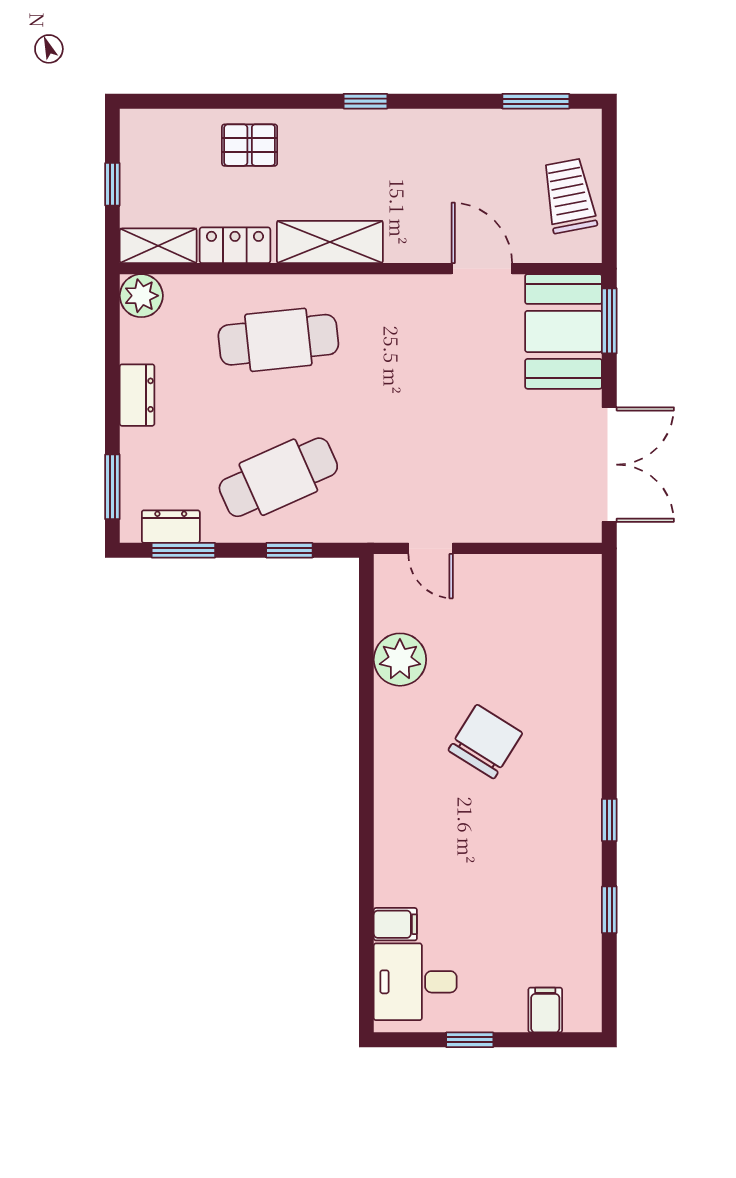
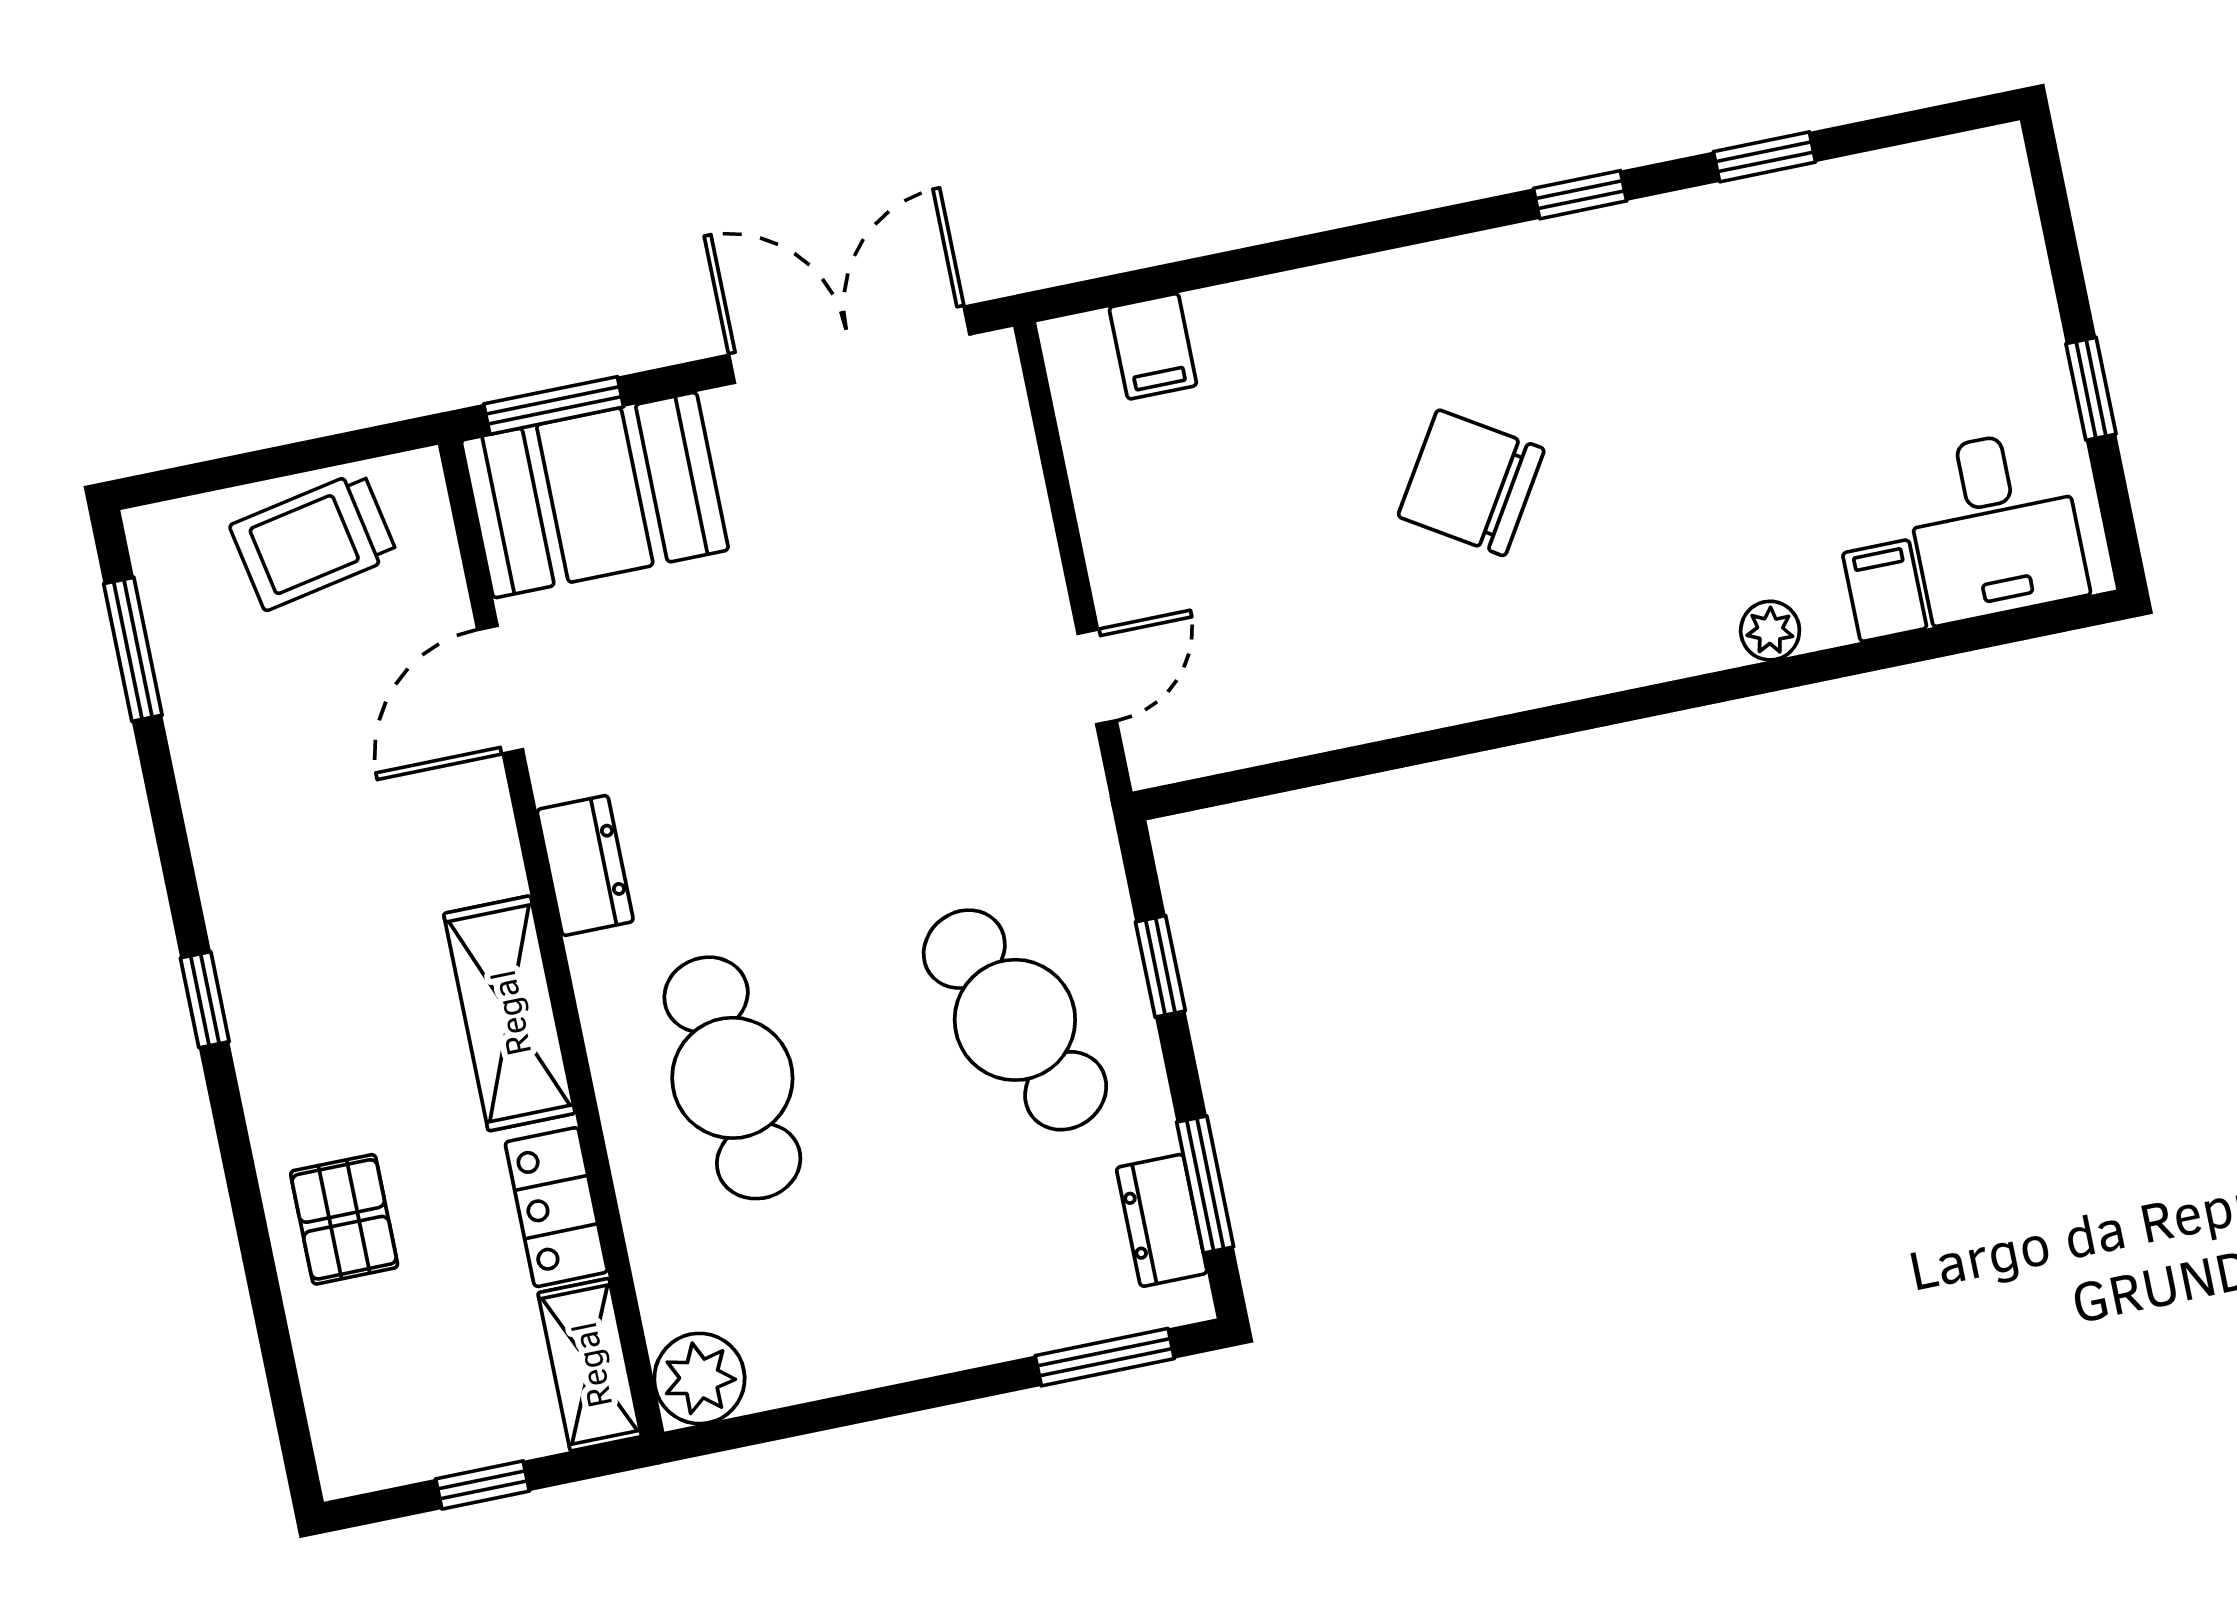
dresser: (137, 395) -> (585, 866), moved, turned 90
plant: (400, 660) -> (1770, 631), moved, width x0.53, depth x0.53
filing cabinet: (545, 1010) -> (1153, 346), moved, turned -90

